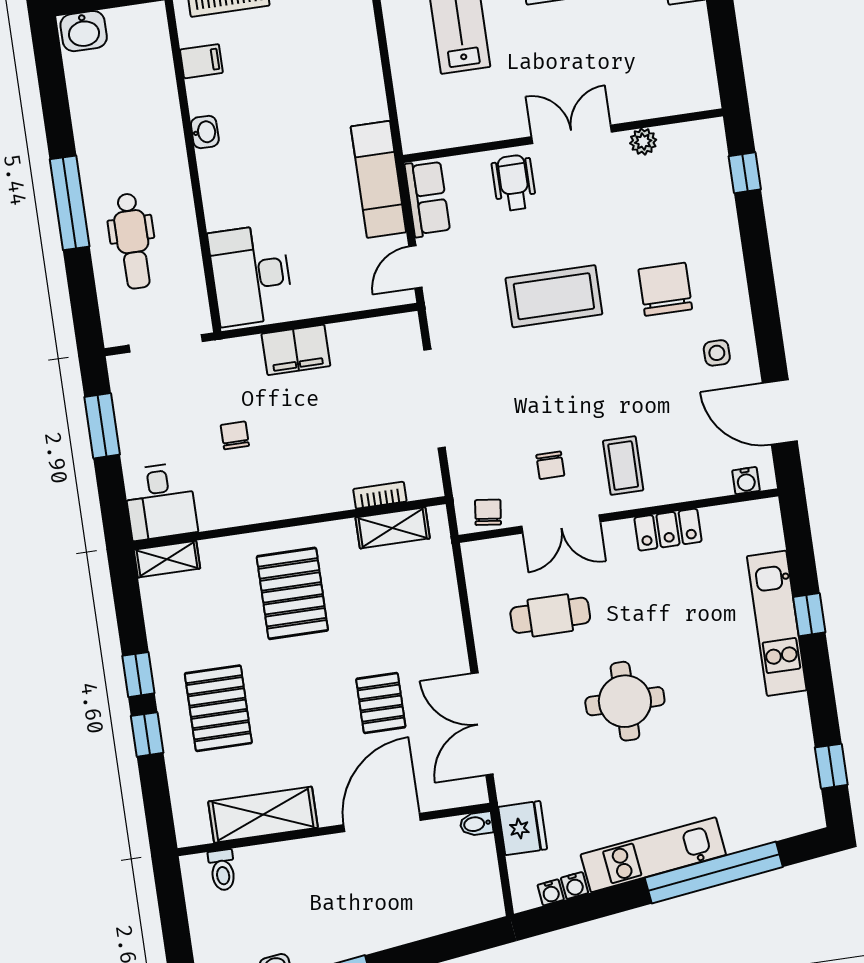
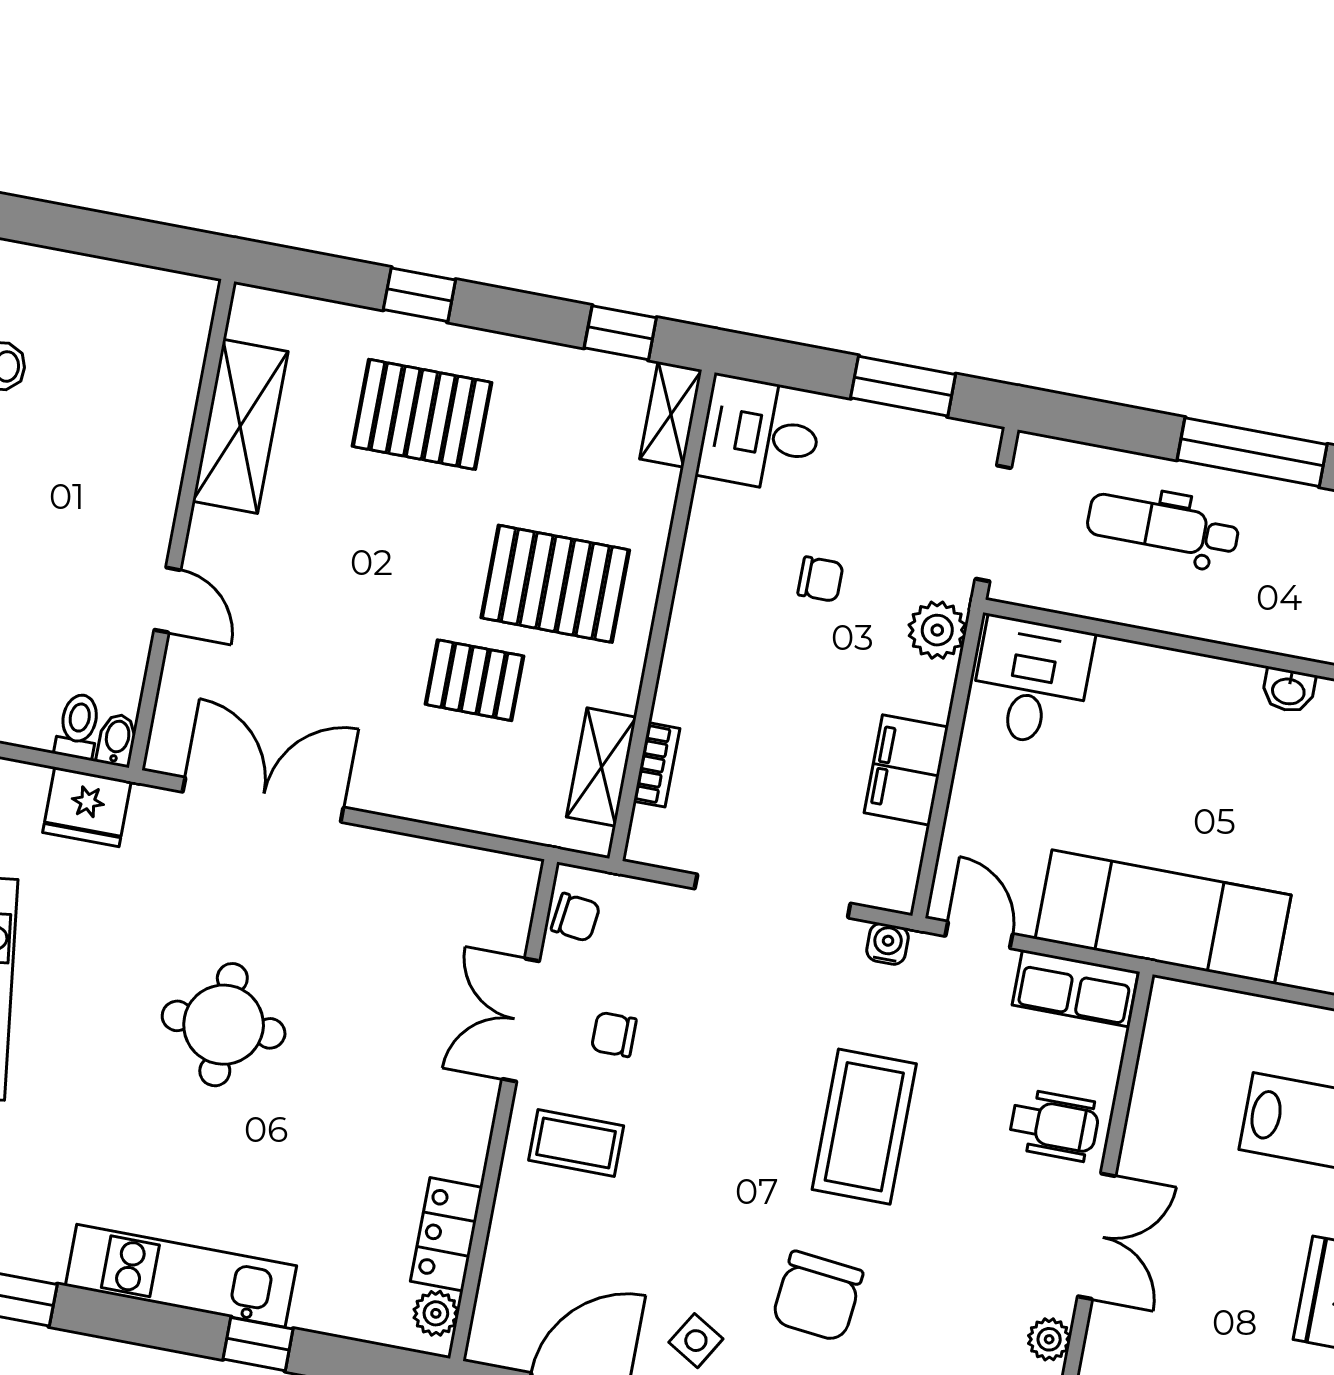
exam couch: (378, 179) -> (1163, 917), width x1.36, depth x1.45
desk: (251, 275) -> (1031, 682), width x0.73
chair: (665, 289) -> (817, 1296), turned 96
filing cabinet: (296, 350) -> (906, 770), moved
side table: (717, 353) -> (696, 1341), turned 31
plant: (241, 355) -> (937, 630), added
water cooler: (746, 481) -> (887, 944), moved, turned 90
plant: (754, 514) -> (436, 1313), added
locker: (668, 530) -> (447, 1234), moved
cafe table: (550, 615) -> (390, 957), removed
kitchen unit: (777, 623) -> (181, 1276), moved
window: (138, 675) -> (620, 333), moved
pallet: (381, 703) -> (475, 680), moved
door: (382, 823) -> (167, 600), width x0.53
toilet: (222, 870) -> (78, 726), moved, turned 90

